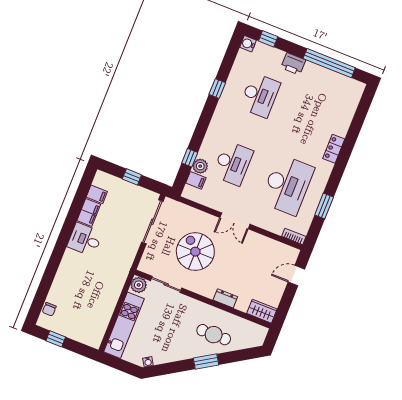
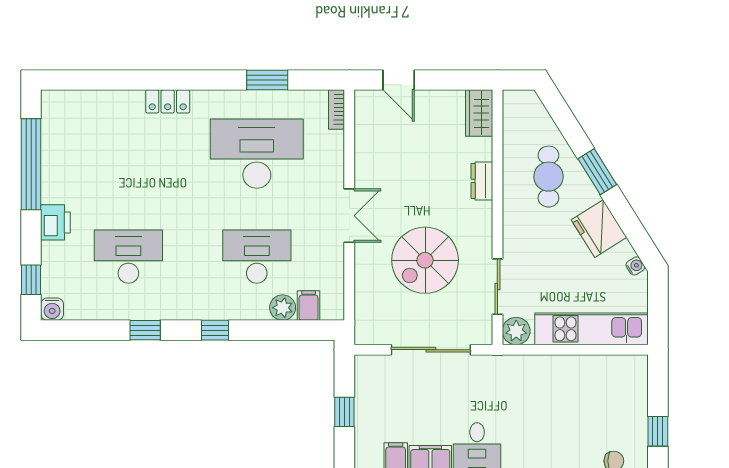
window: (190, 158) -> (215, 330), moved
sliding door: (152, 222) -> (431, 350), moved
fridge: (175, 350) -> (599, 229), added

